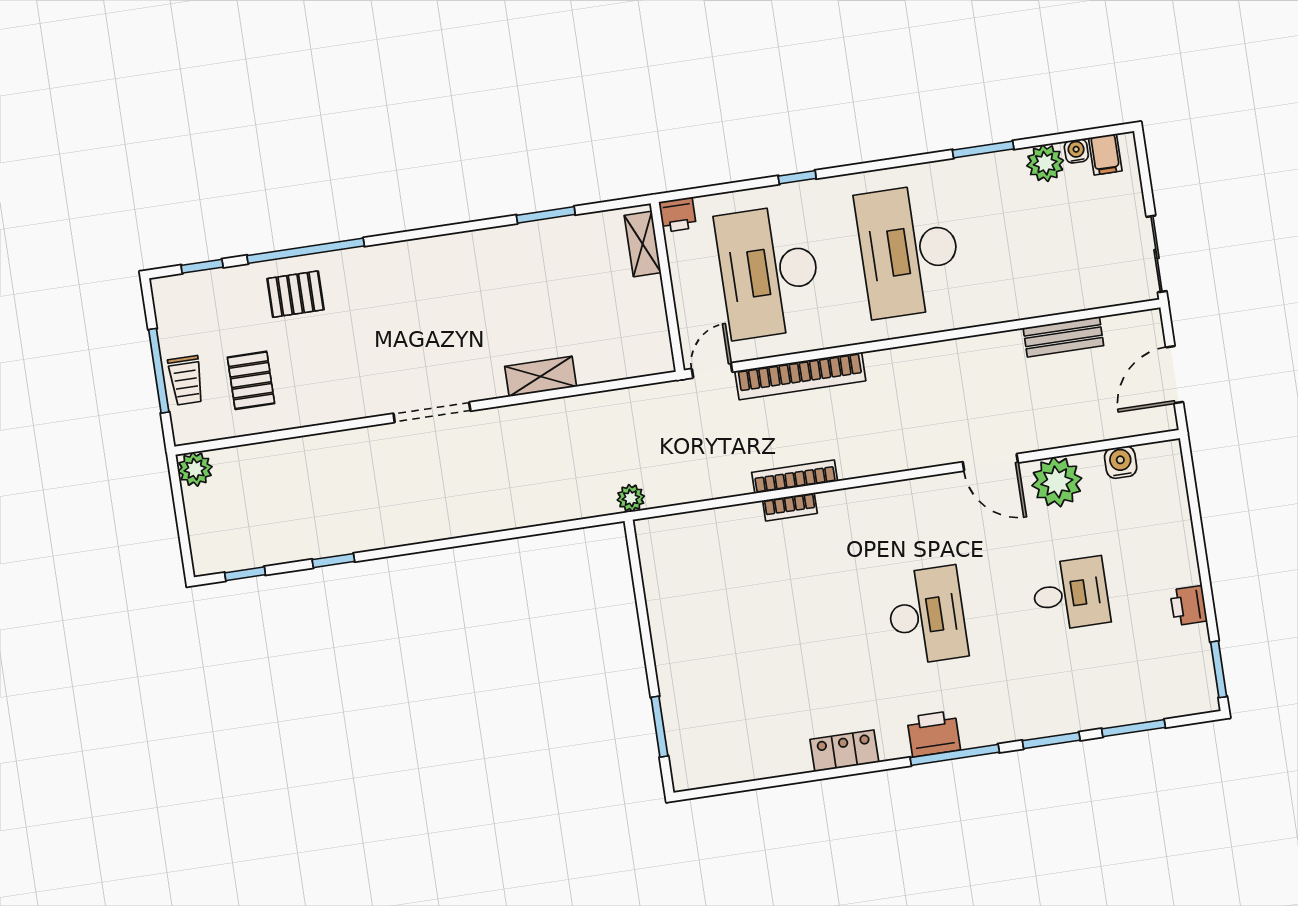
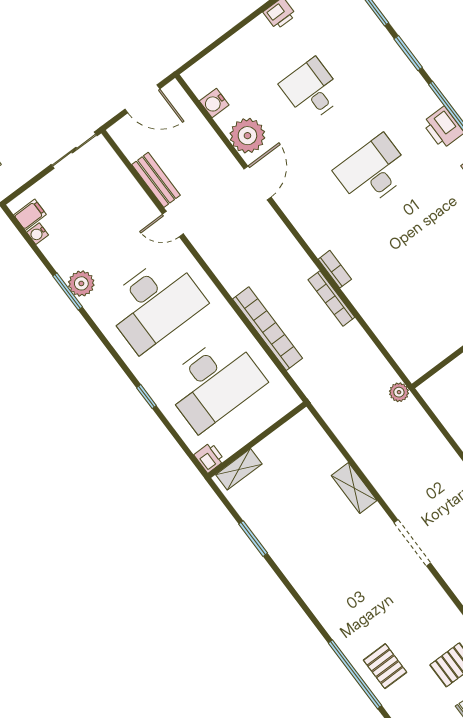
plant: (1045, 163) -> (81, 283), moved
door: (712, 370) -> (173, 224), moved
bookcase: (790, 507) -> (335, 269), moved

